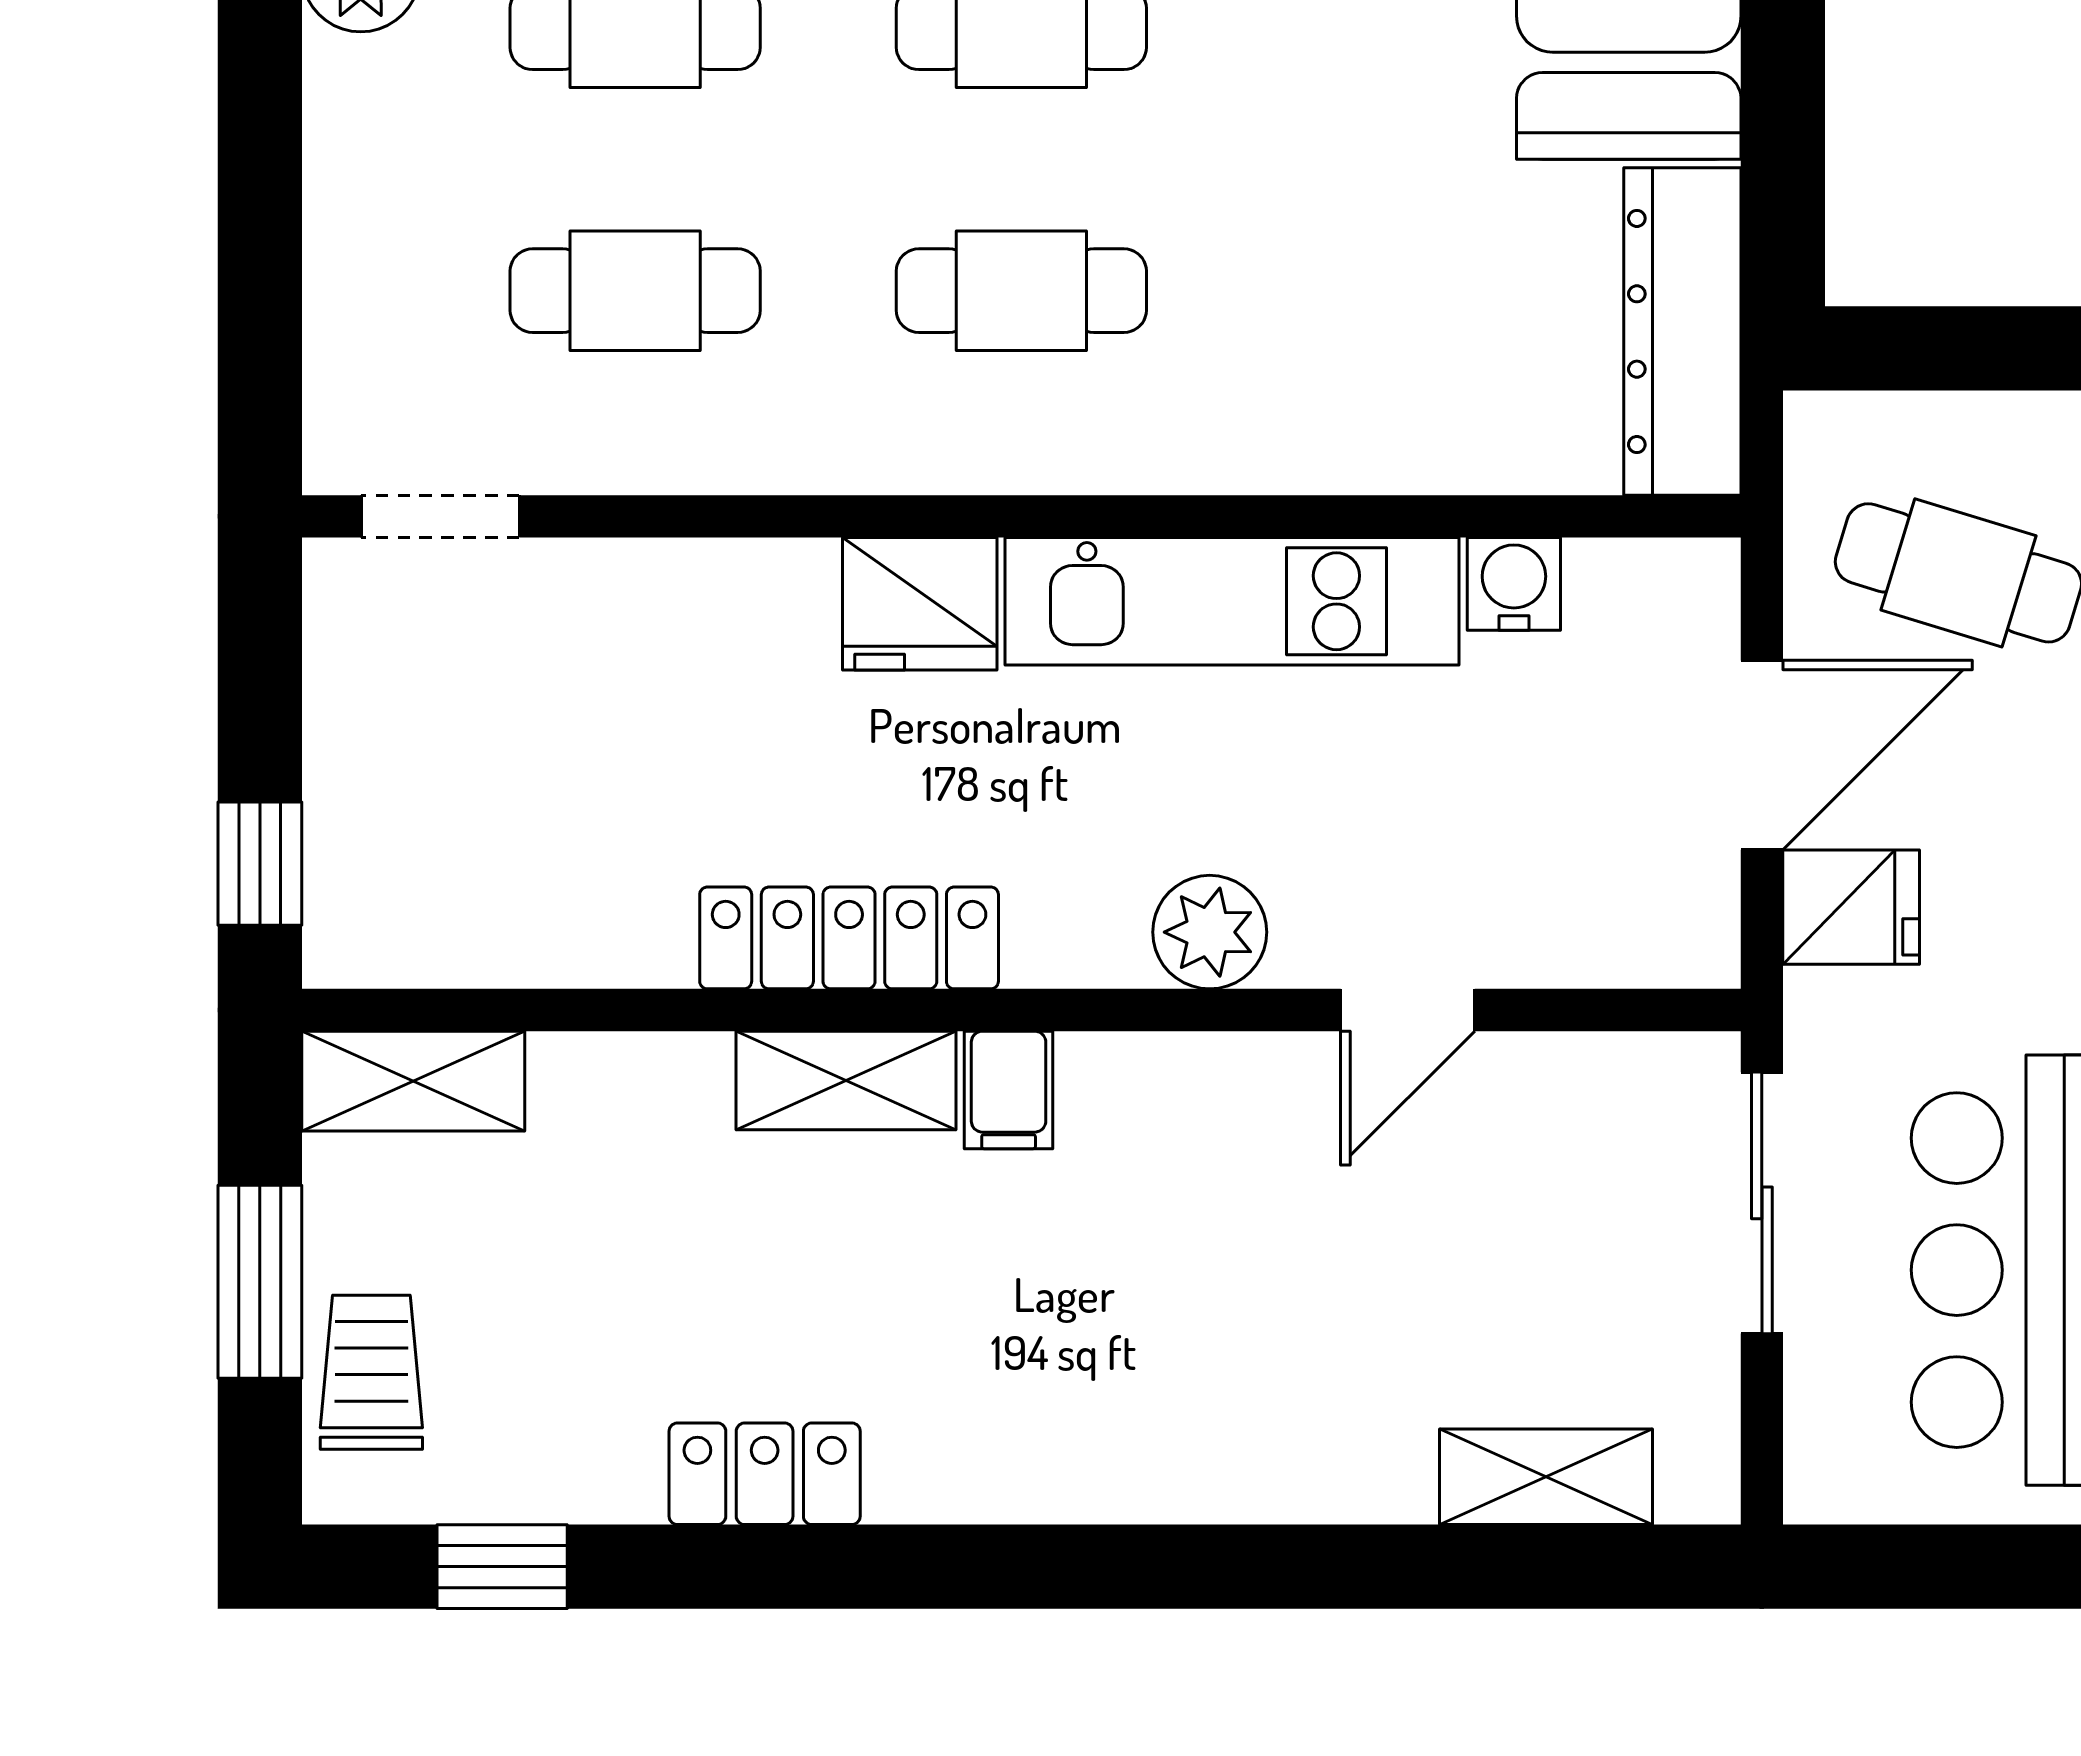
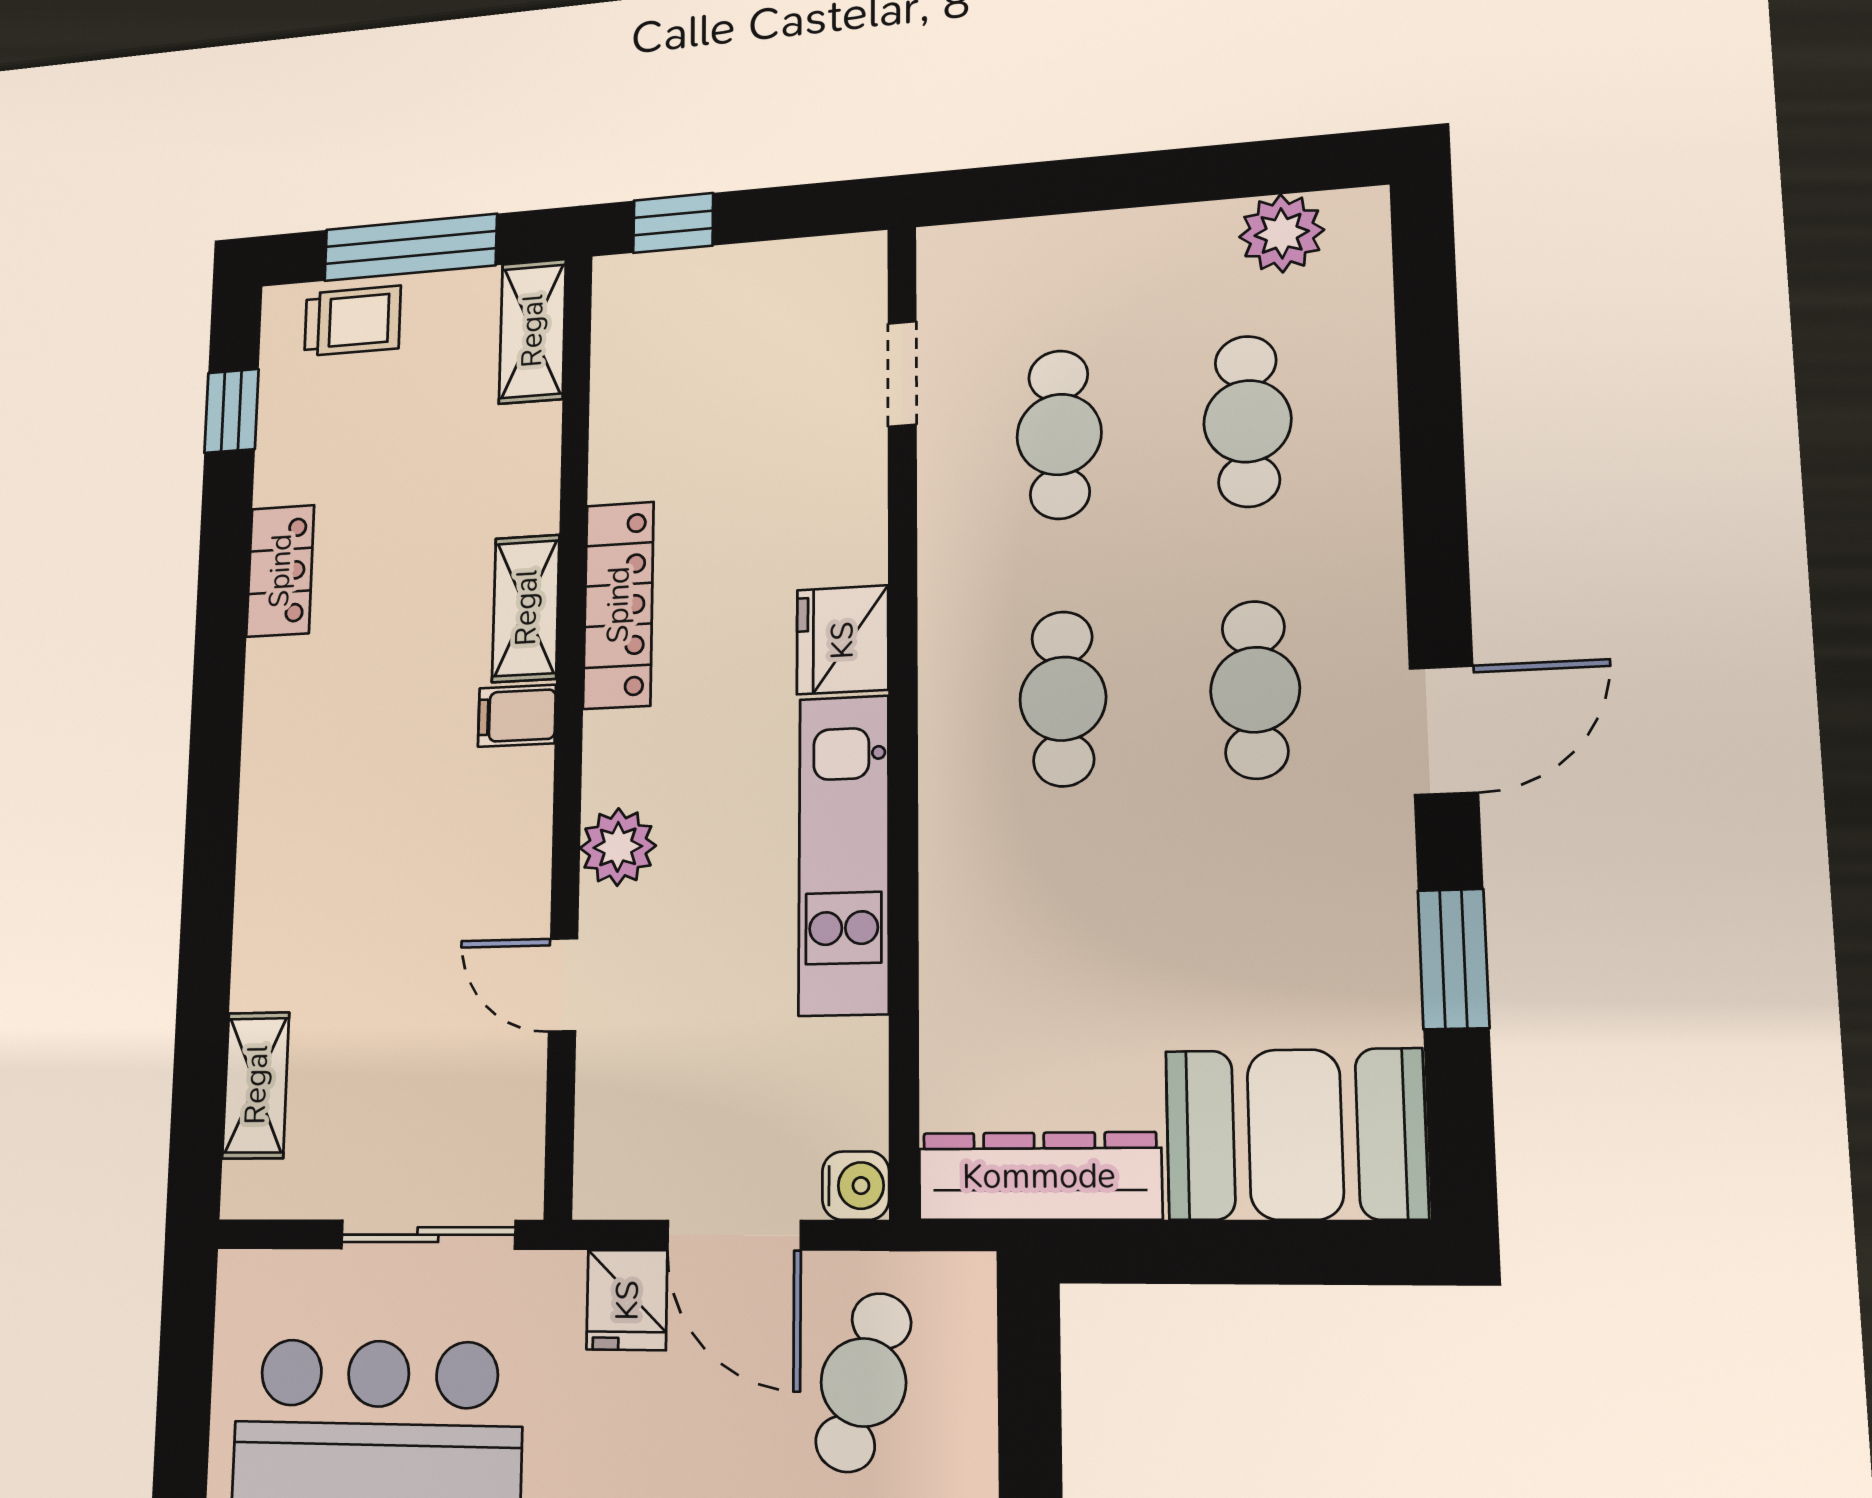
doorway: (440, 516) -> (902, 374), moved
water cooler: (1514, 584) -> (856, 1186), moved
window: (260, 1282) -> (410, 247), width x1.44

